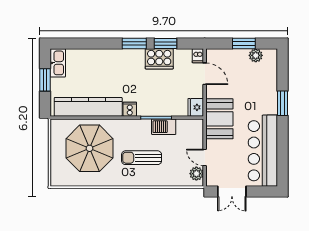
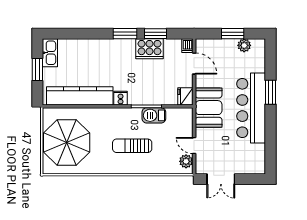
parasol: (90, 148) -> (67, 142), moved
bar counter: (263, 151) -> (251, 108), moved

